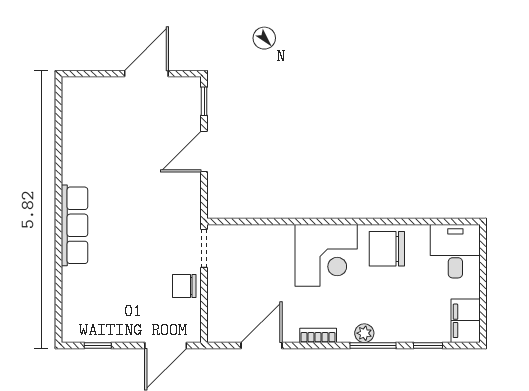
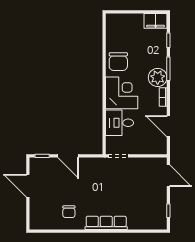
desk: (455, 251) -> (120, 123), moved
chair: (184, 286) -> (69, 212), moved
plant: (364, 333) -> (158, 77), width x1.87, depth x1.87

